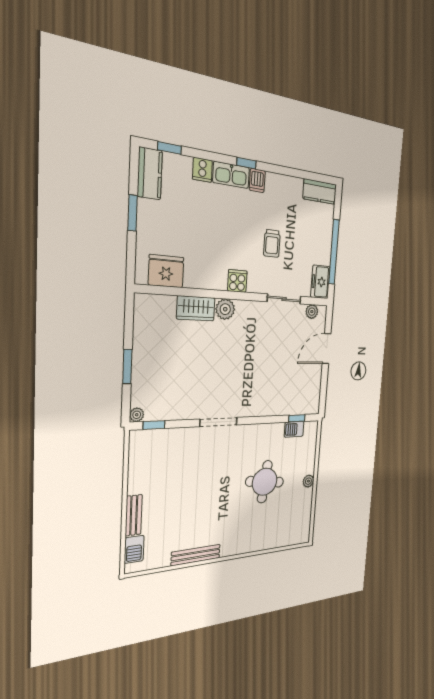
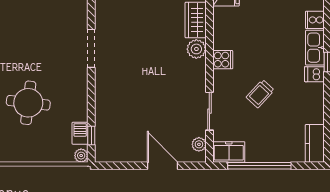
trolley: (272, 243) -> (260, 94), turned -47
plant: (308, 481) -> (81, 156), moved

